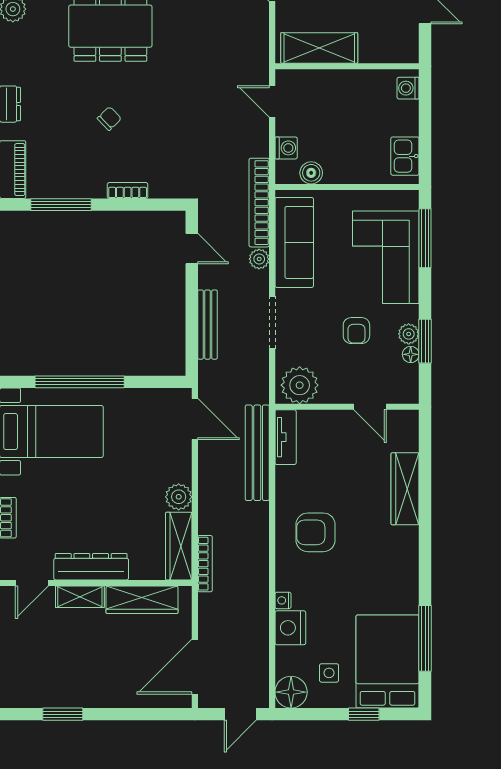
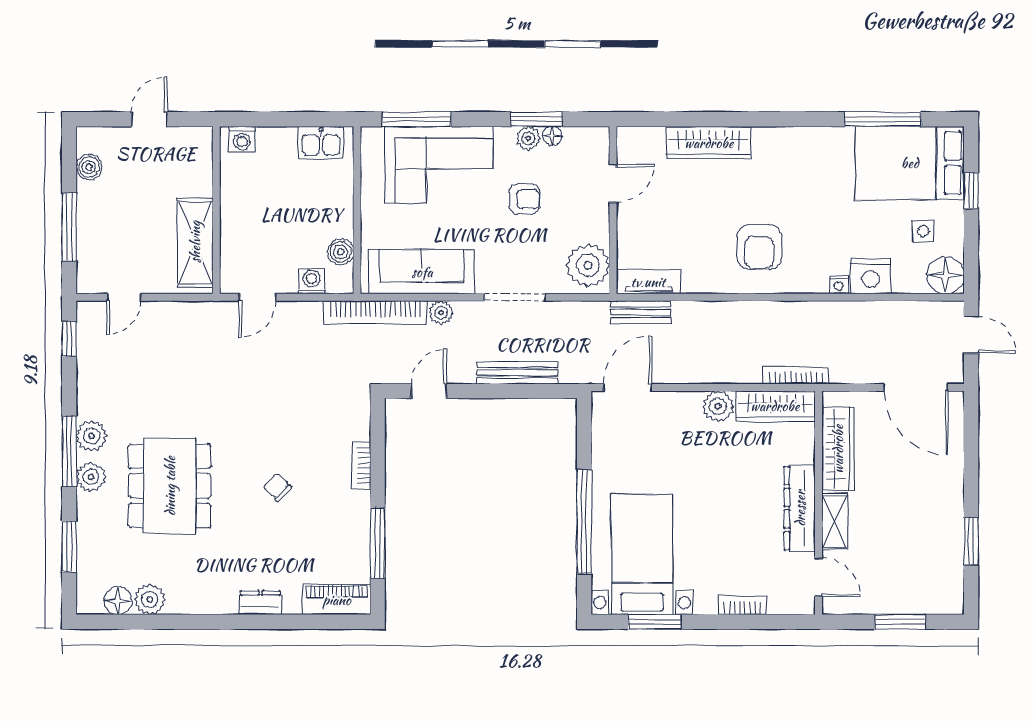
bench: (257, 453) -> (641, 312), width x0.54, depth x0.82

